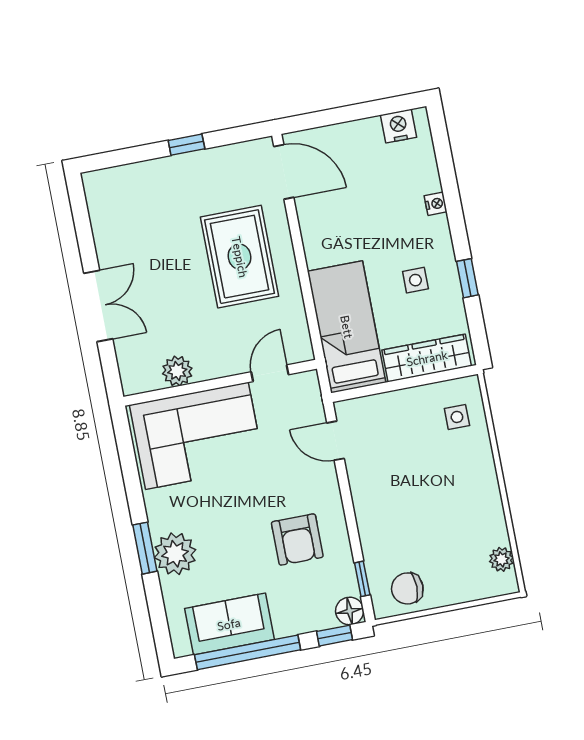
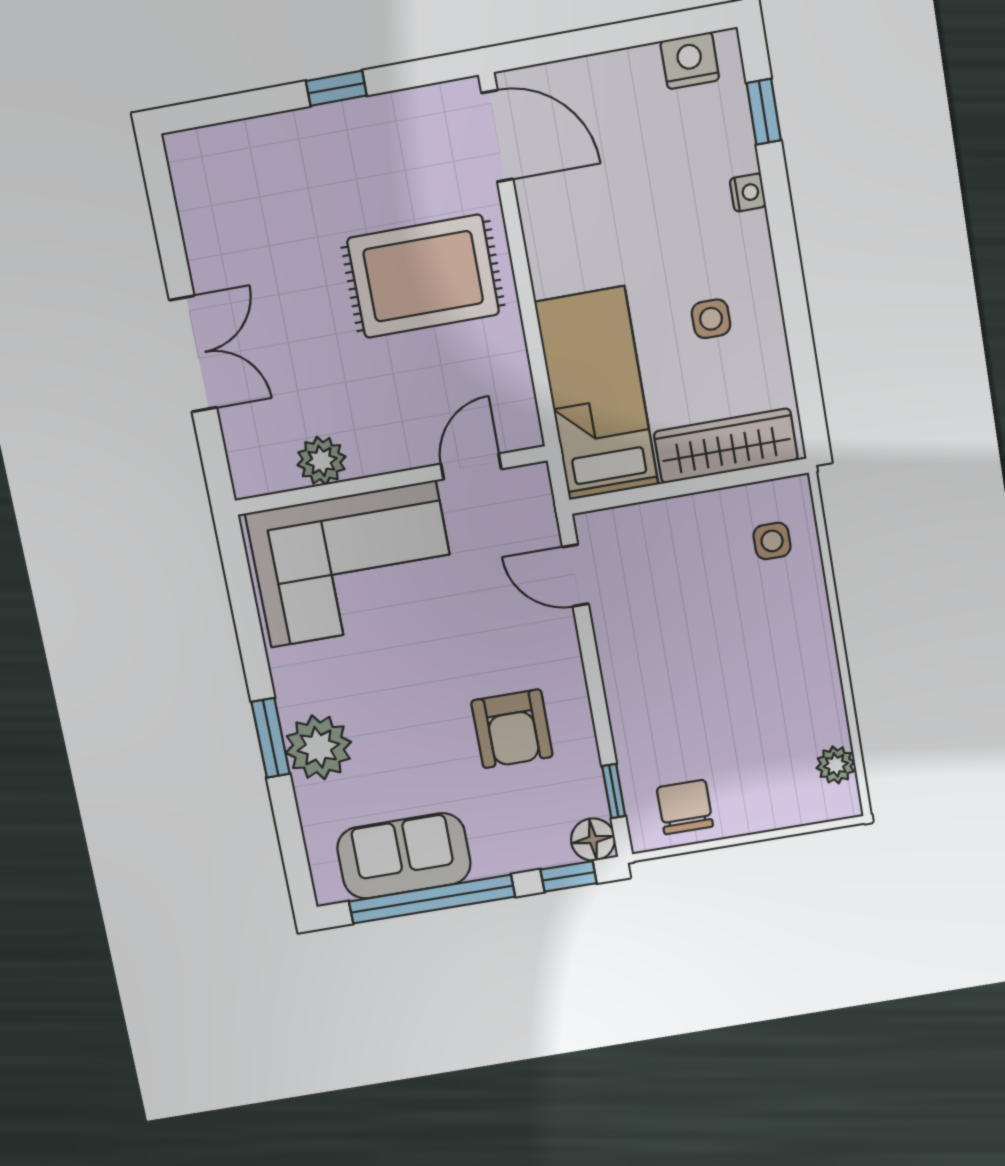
rug: (240, 257) -> (423, 276), turned 90
window: (467, 278) -> (764, 112), moved
chair: (407, 588) -> (685, 807), turned 90

